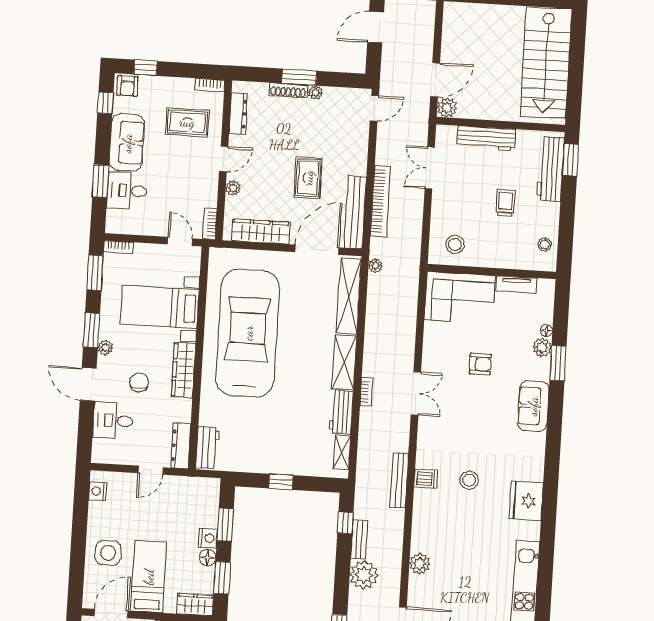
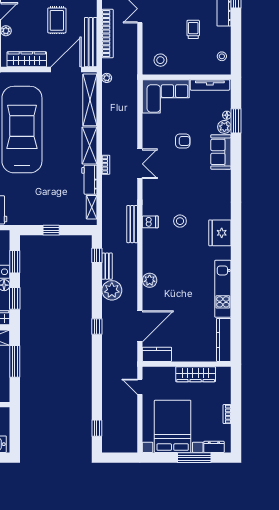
tv unit: (516, 284) -> (210, 85), width x1.41
window: (558, 363) -> (236, 121), moved
sofa: (533, 406) -> (221, 152), moved

